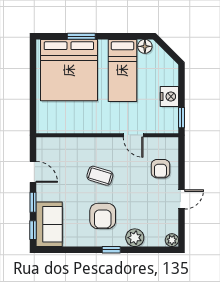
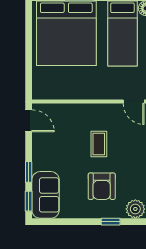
door: (33, 172) -> (29, 121), moved
coffee table: (100, 176) -> (99, 144), turned 73

